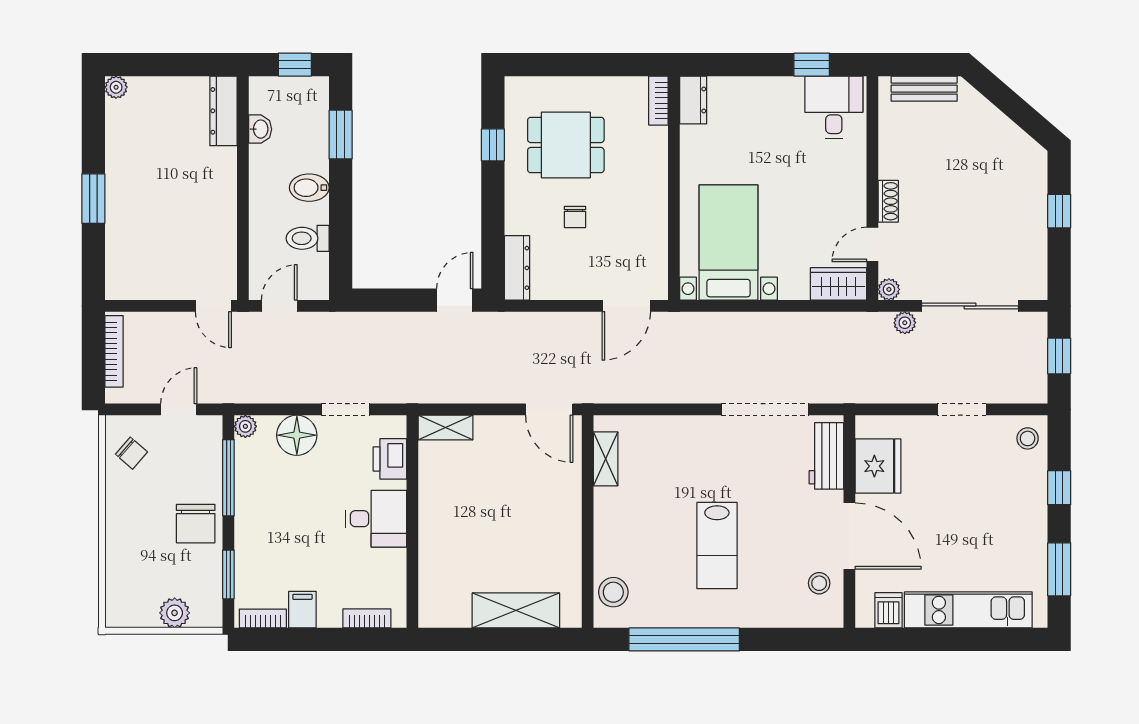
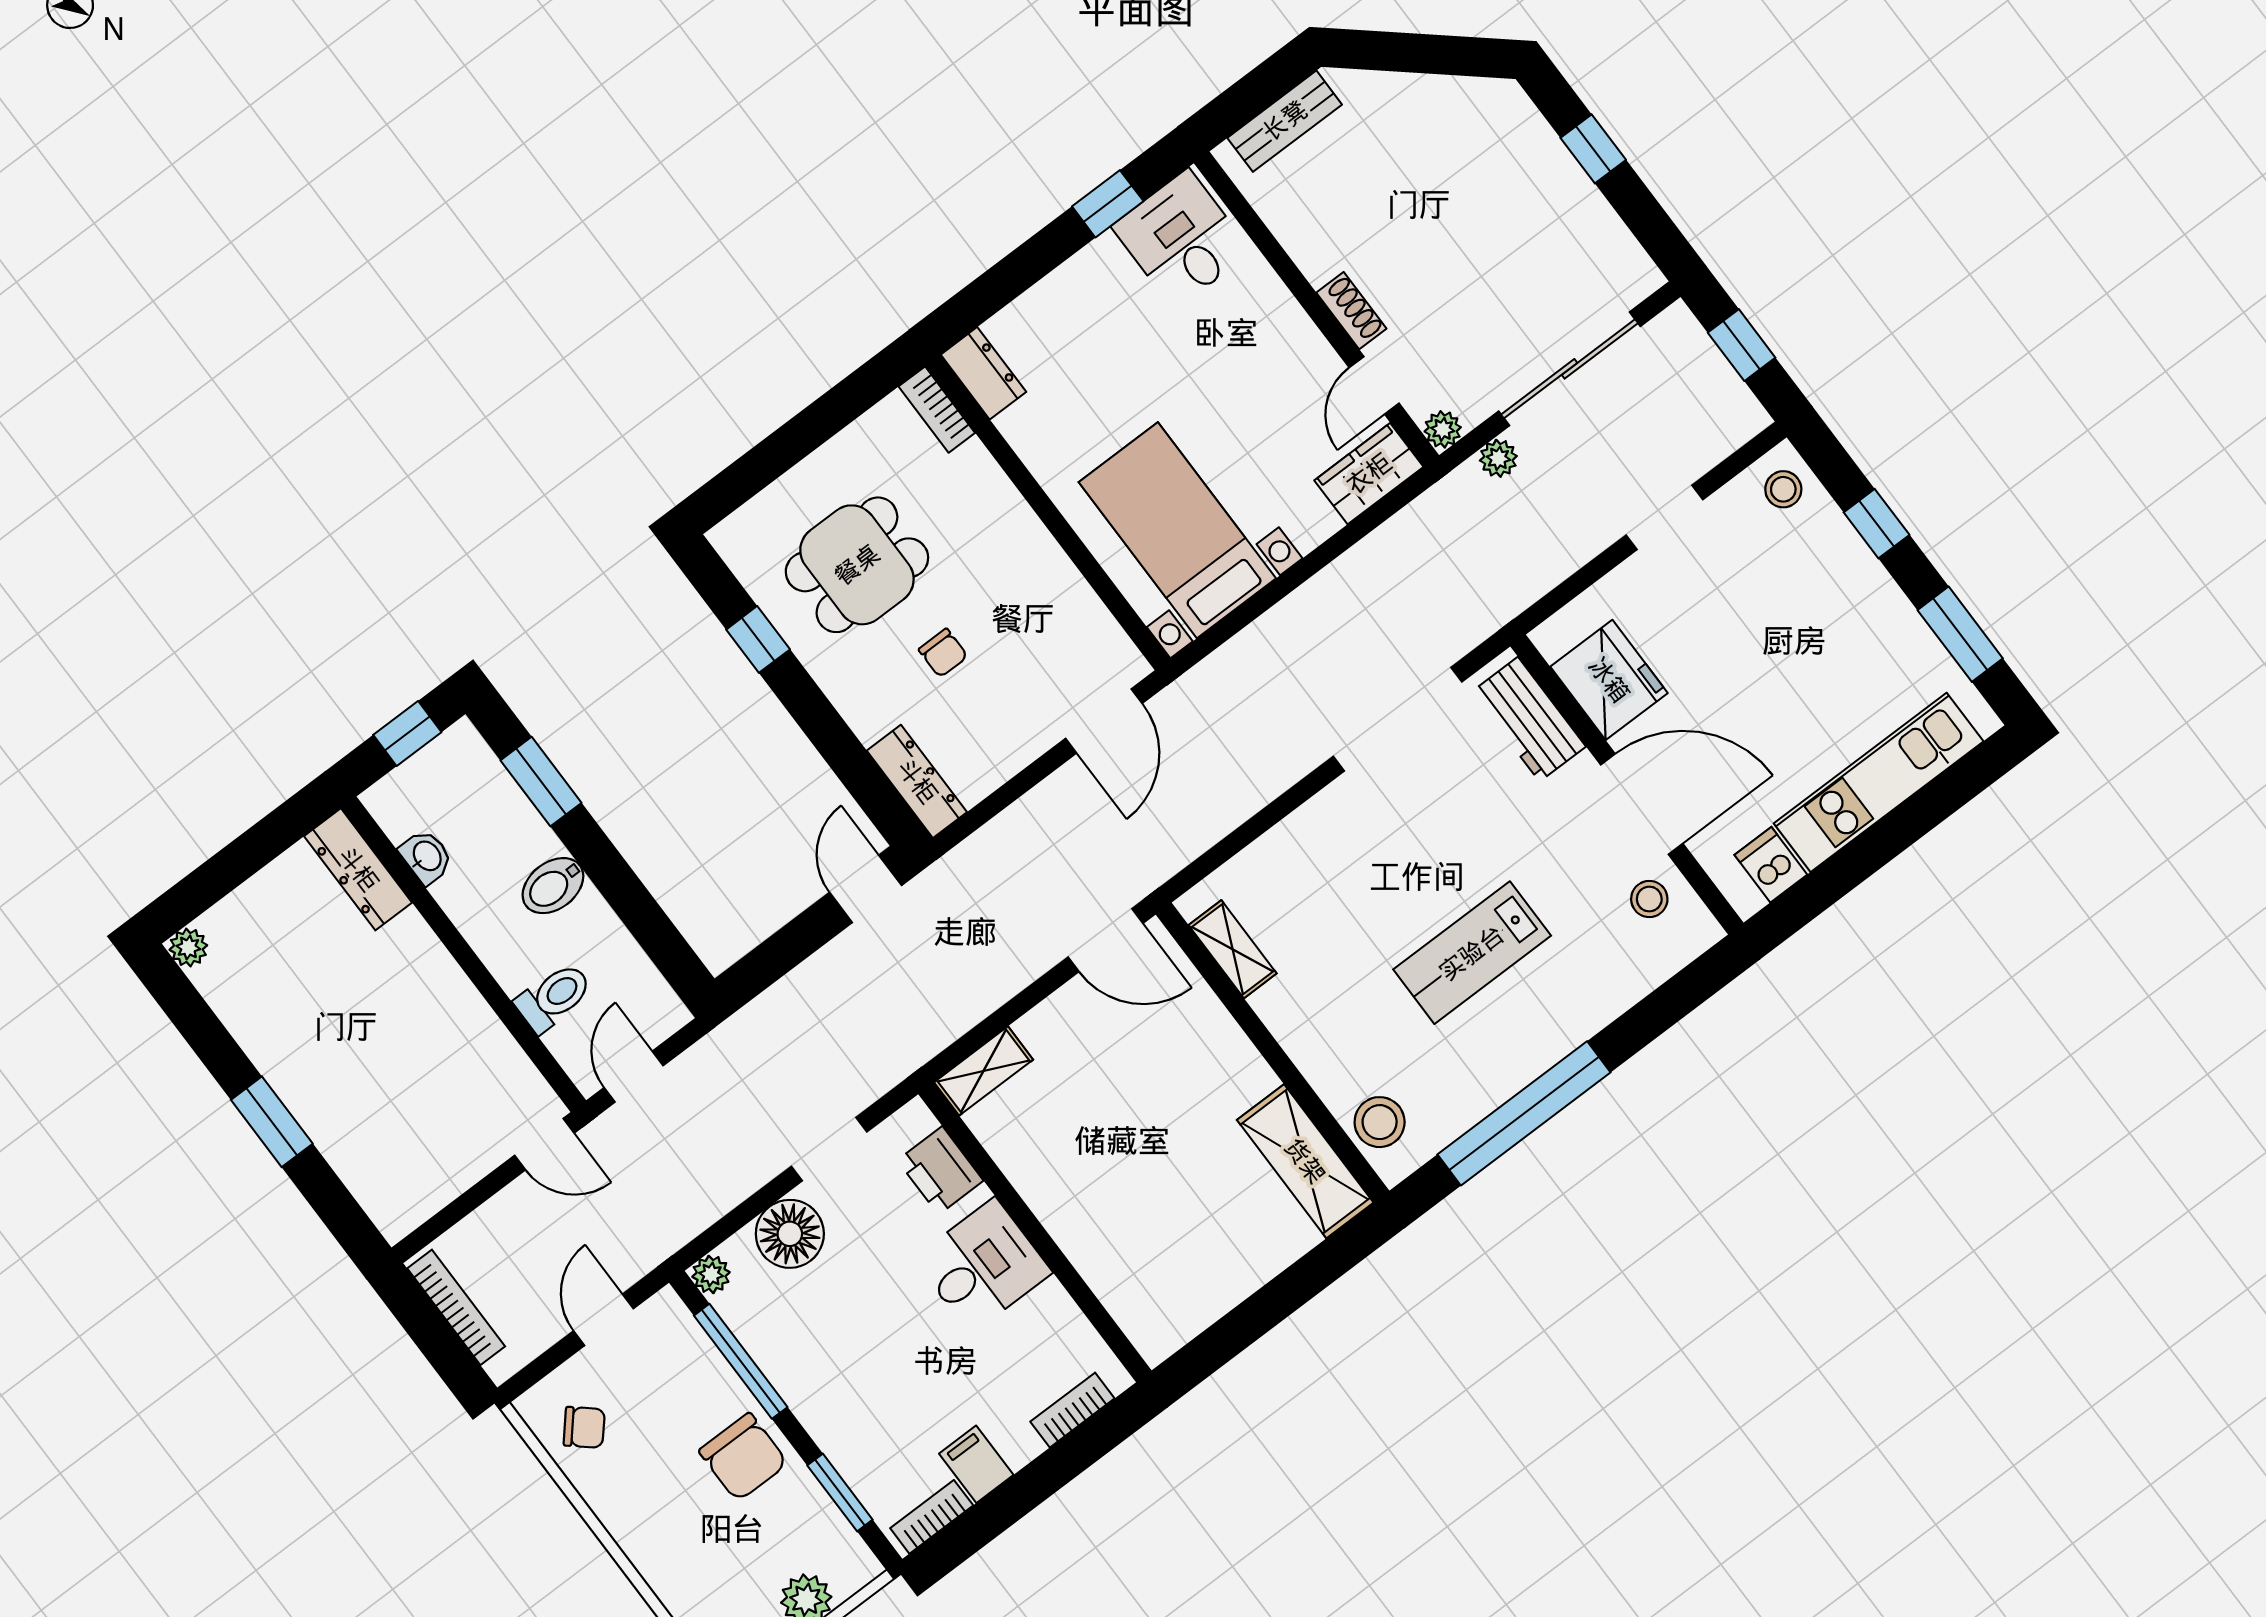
toilet: (308, 238) -> (554, 997), moved, turned 180
lab bench: (717, 545) -> (1472, 953), turned 90
shelving: (516, 610) -> (1305, 1161), moved, turned 90

